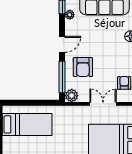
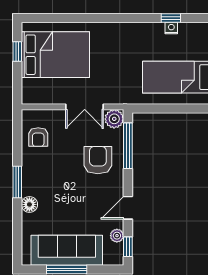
door: (62, 44) -> (128, 208), moved
double door: (103, 104) -> (85, 107), moved

